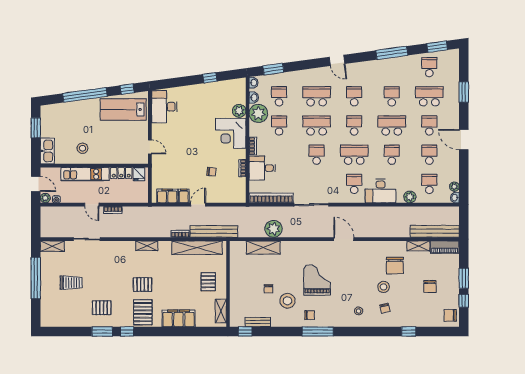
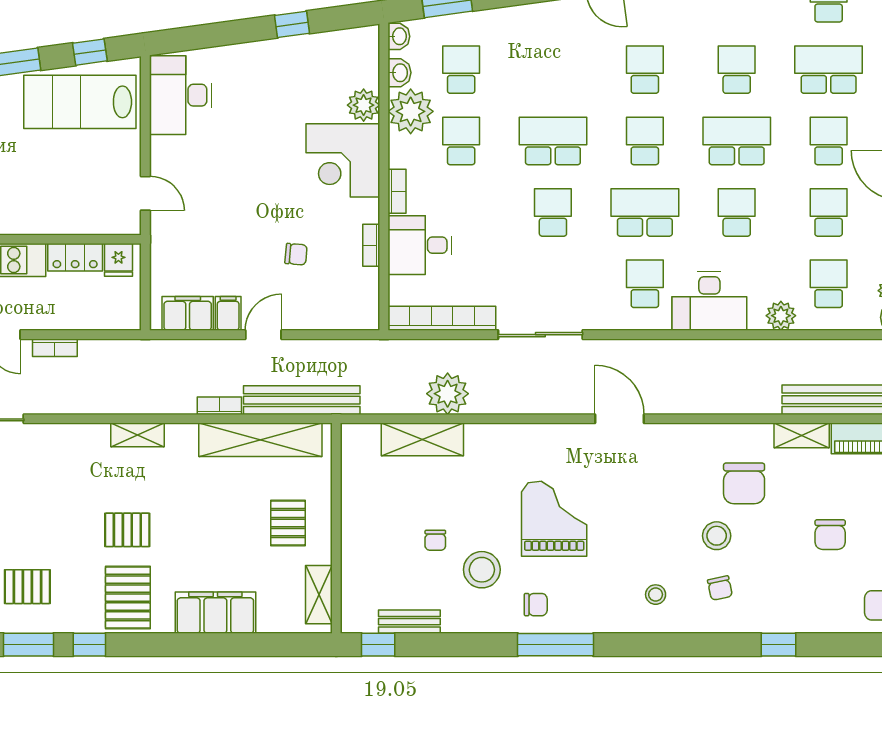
school desk: (317, 96) -> (553, 70), removed

